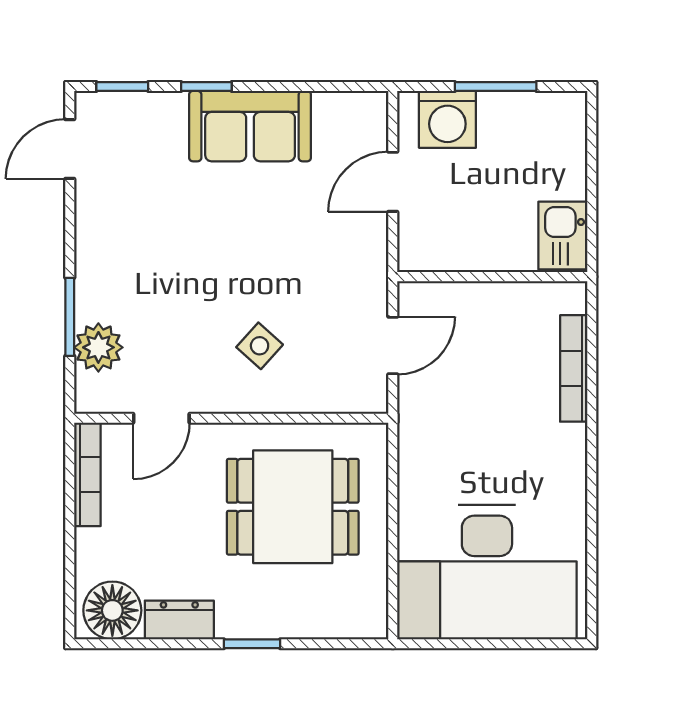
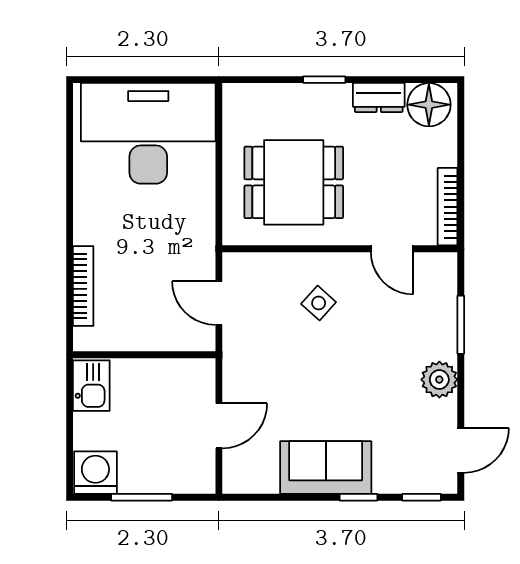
washing machine: (447, 119) -> (95, 473), moved
door: (393, 346) -> (219, 303), hinge flipped
plant: (98, 347) -> (439, 380), moved
door: (161, 418) -> (392, 249), swing flipped

